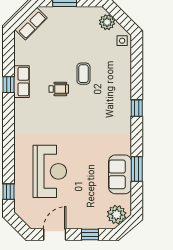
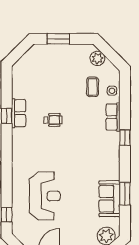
row of seats: (31, 24) -> (113, 117), moved, turned 135
side table: (122, 41) -> (112, 91), moved
coffee table: (83, 74) -> (93, 87), moved

